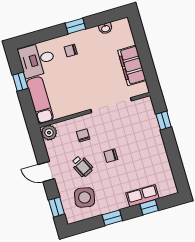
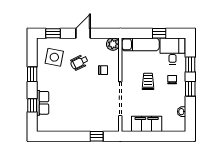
window: (47, 34) -> (190, 64), added
trolley: (81, 78) -> (148, 81), added
chair: (111, 156) -> (81, 87), removed

